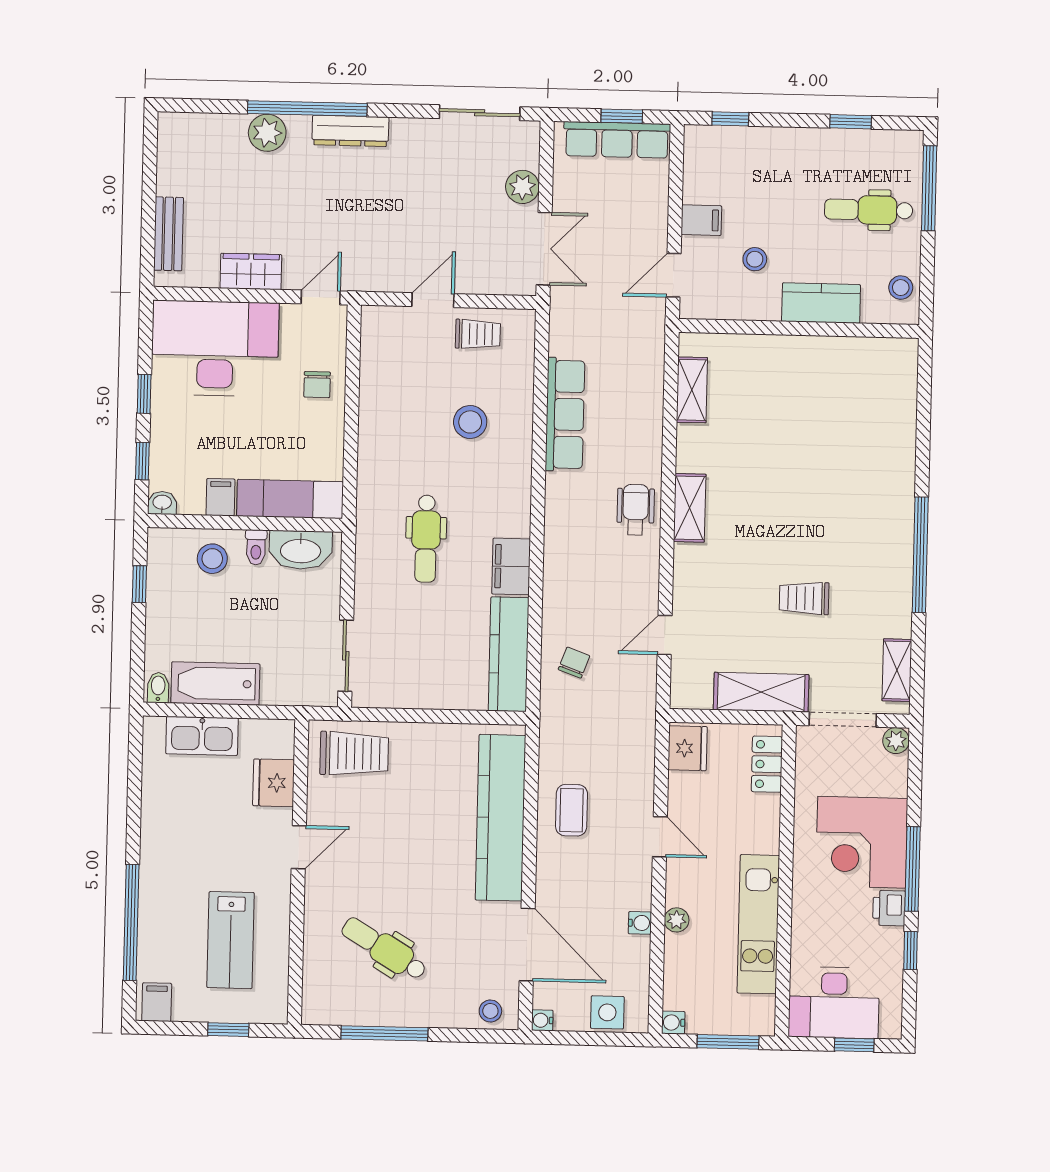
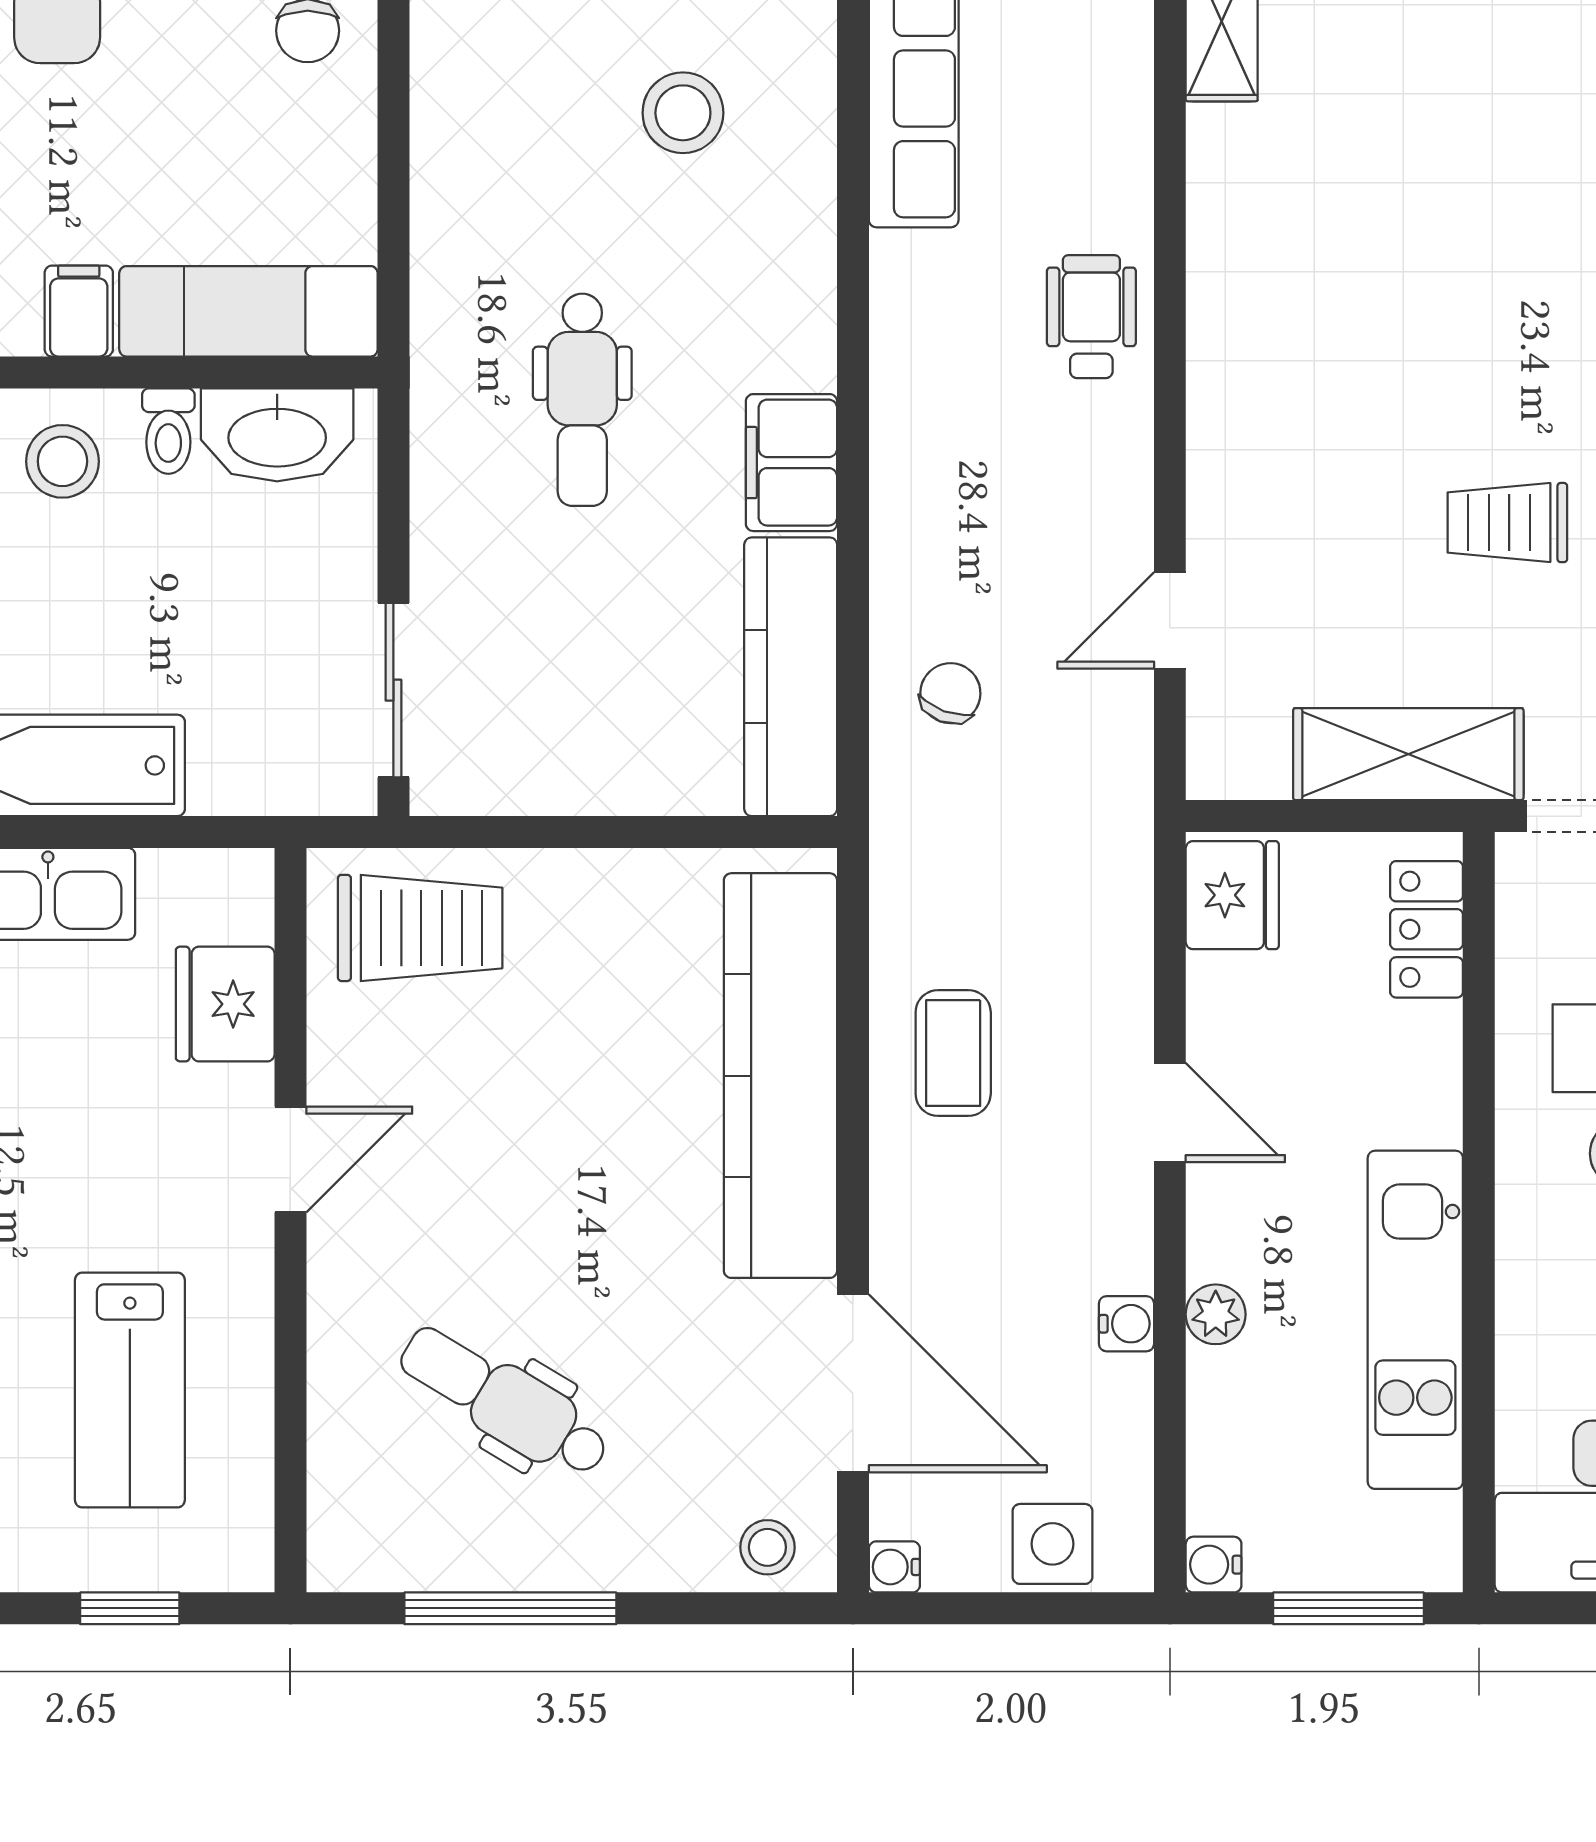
shelving: (690, 508) -> (1223, 309), removed

